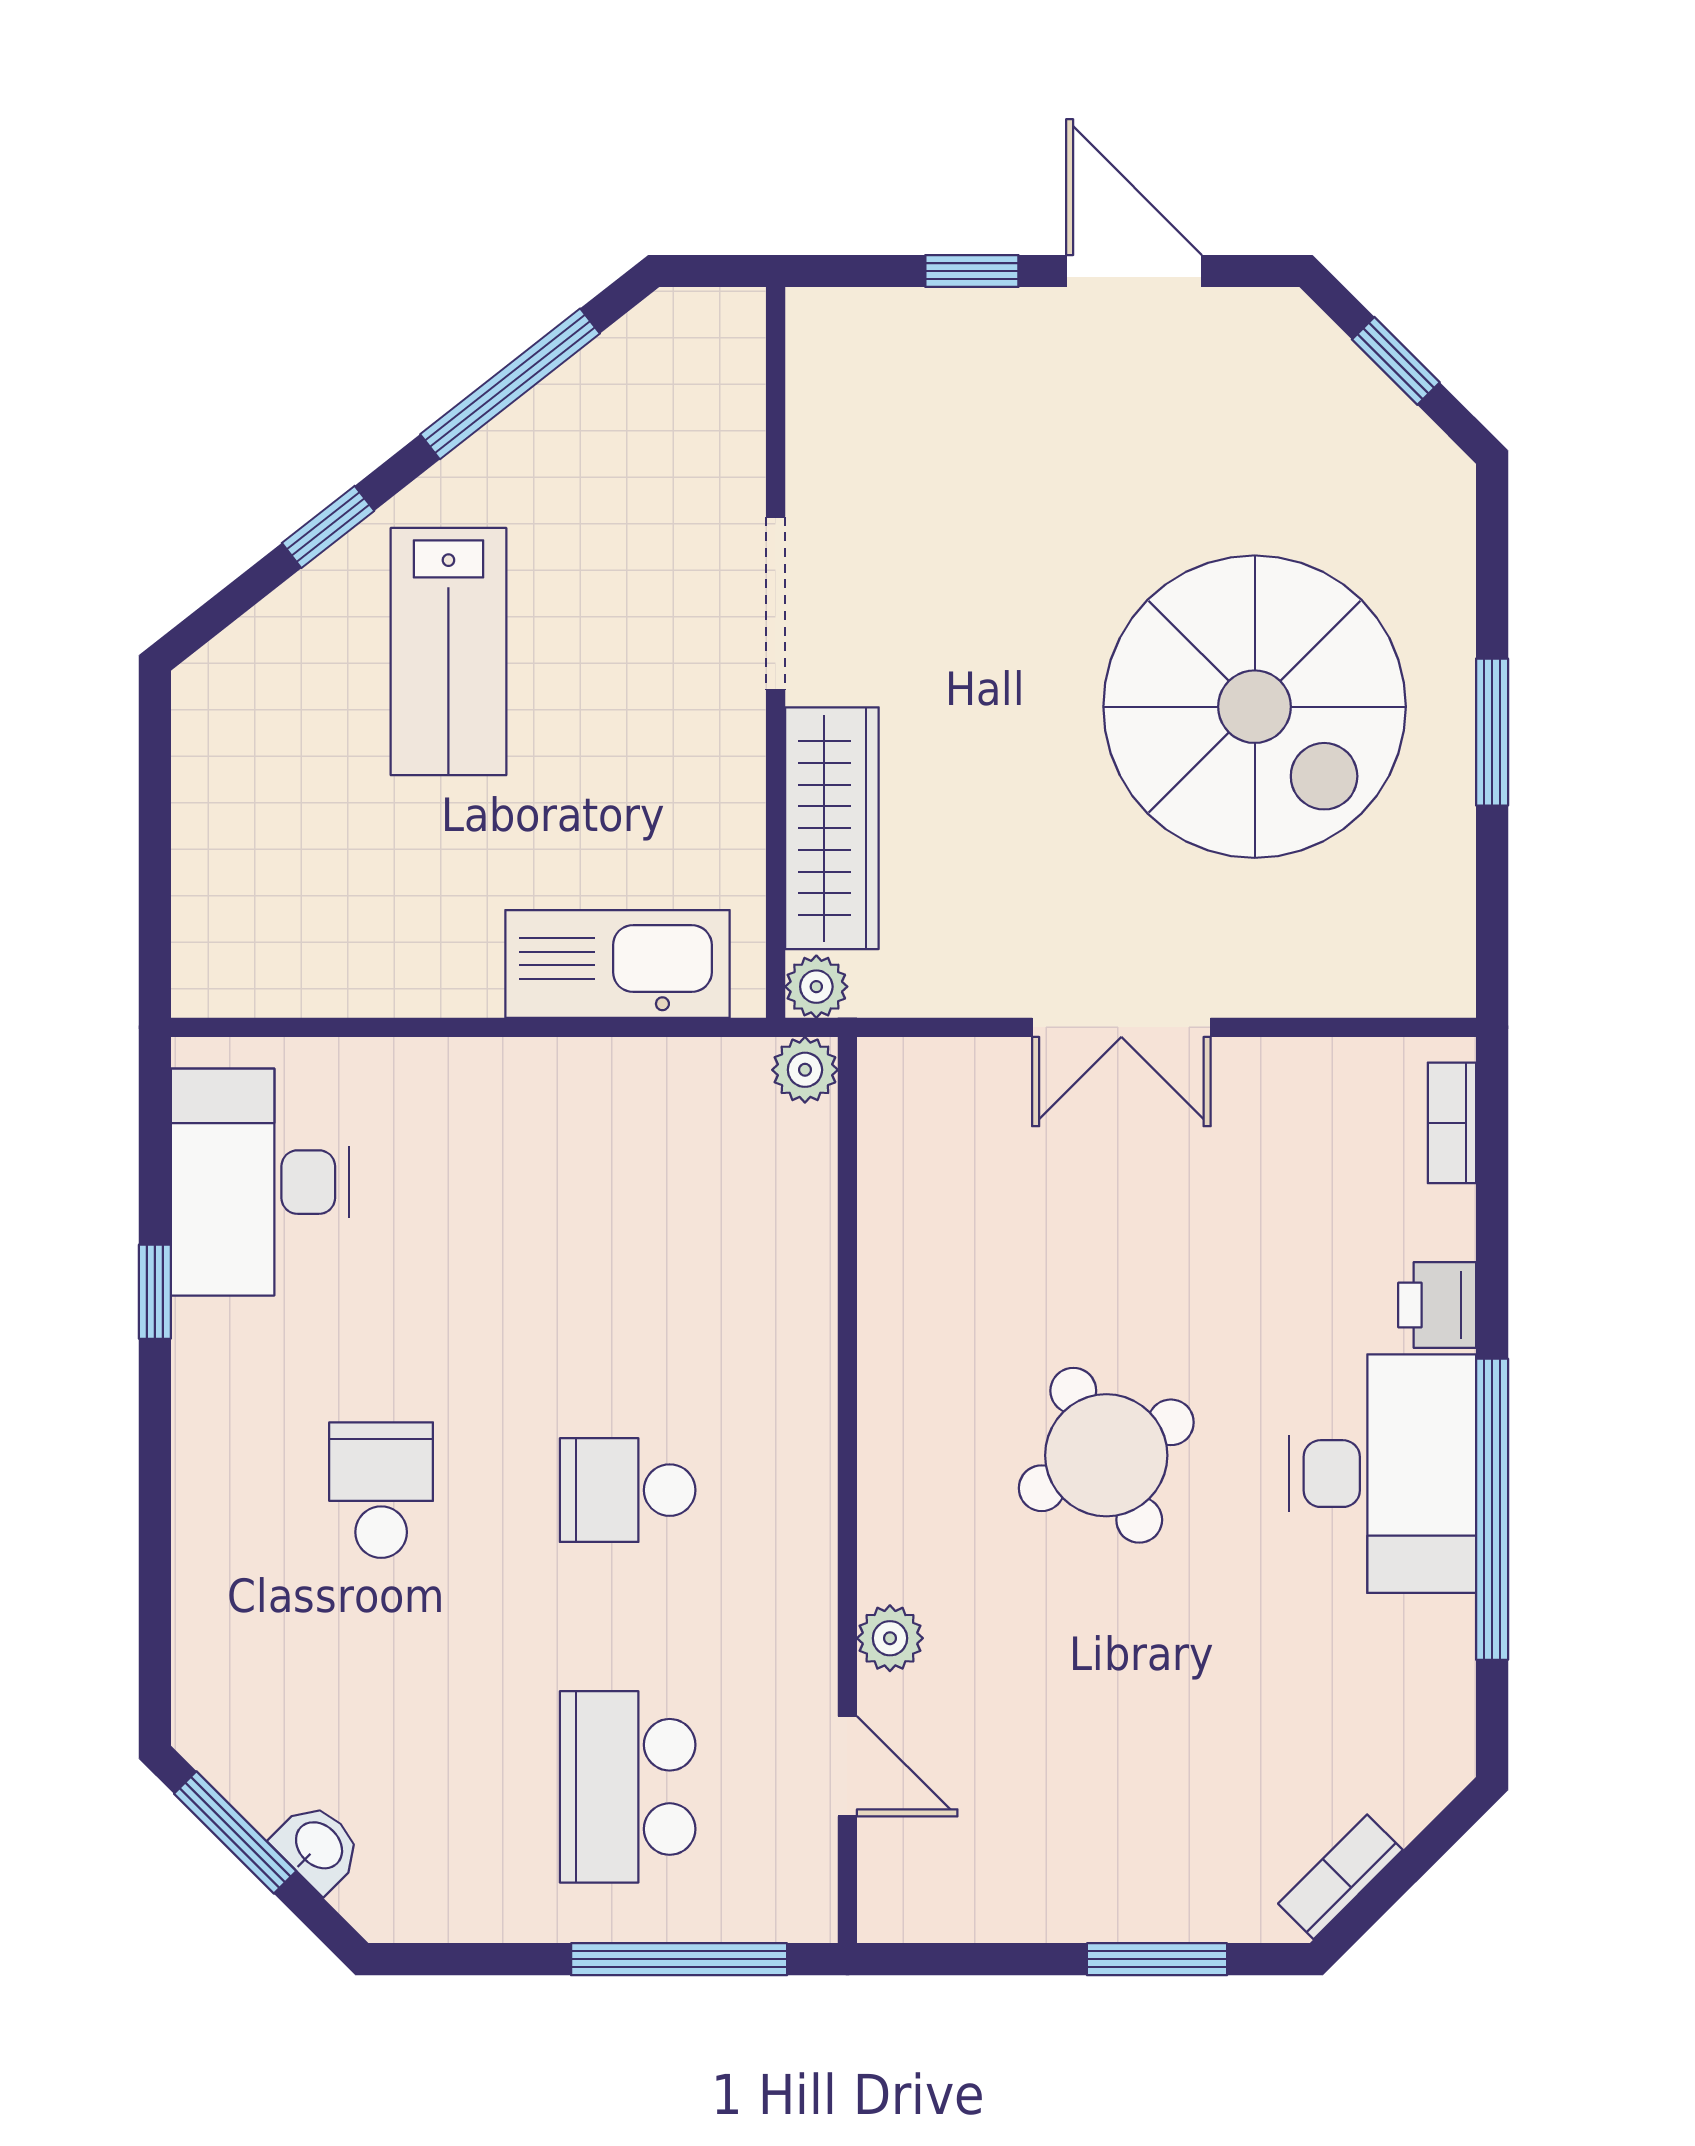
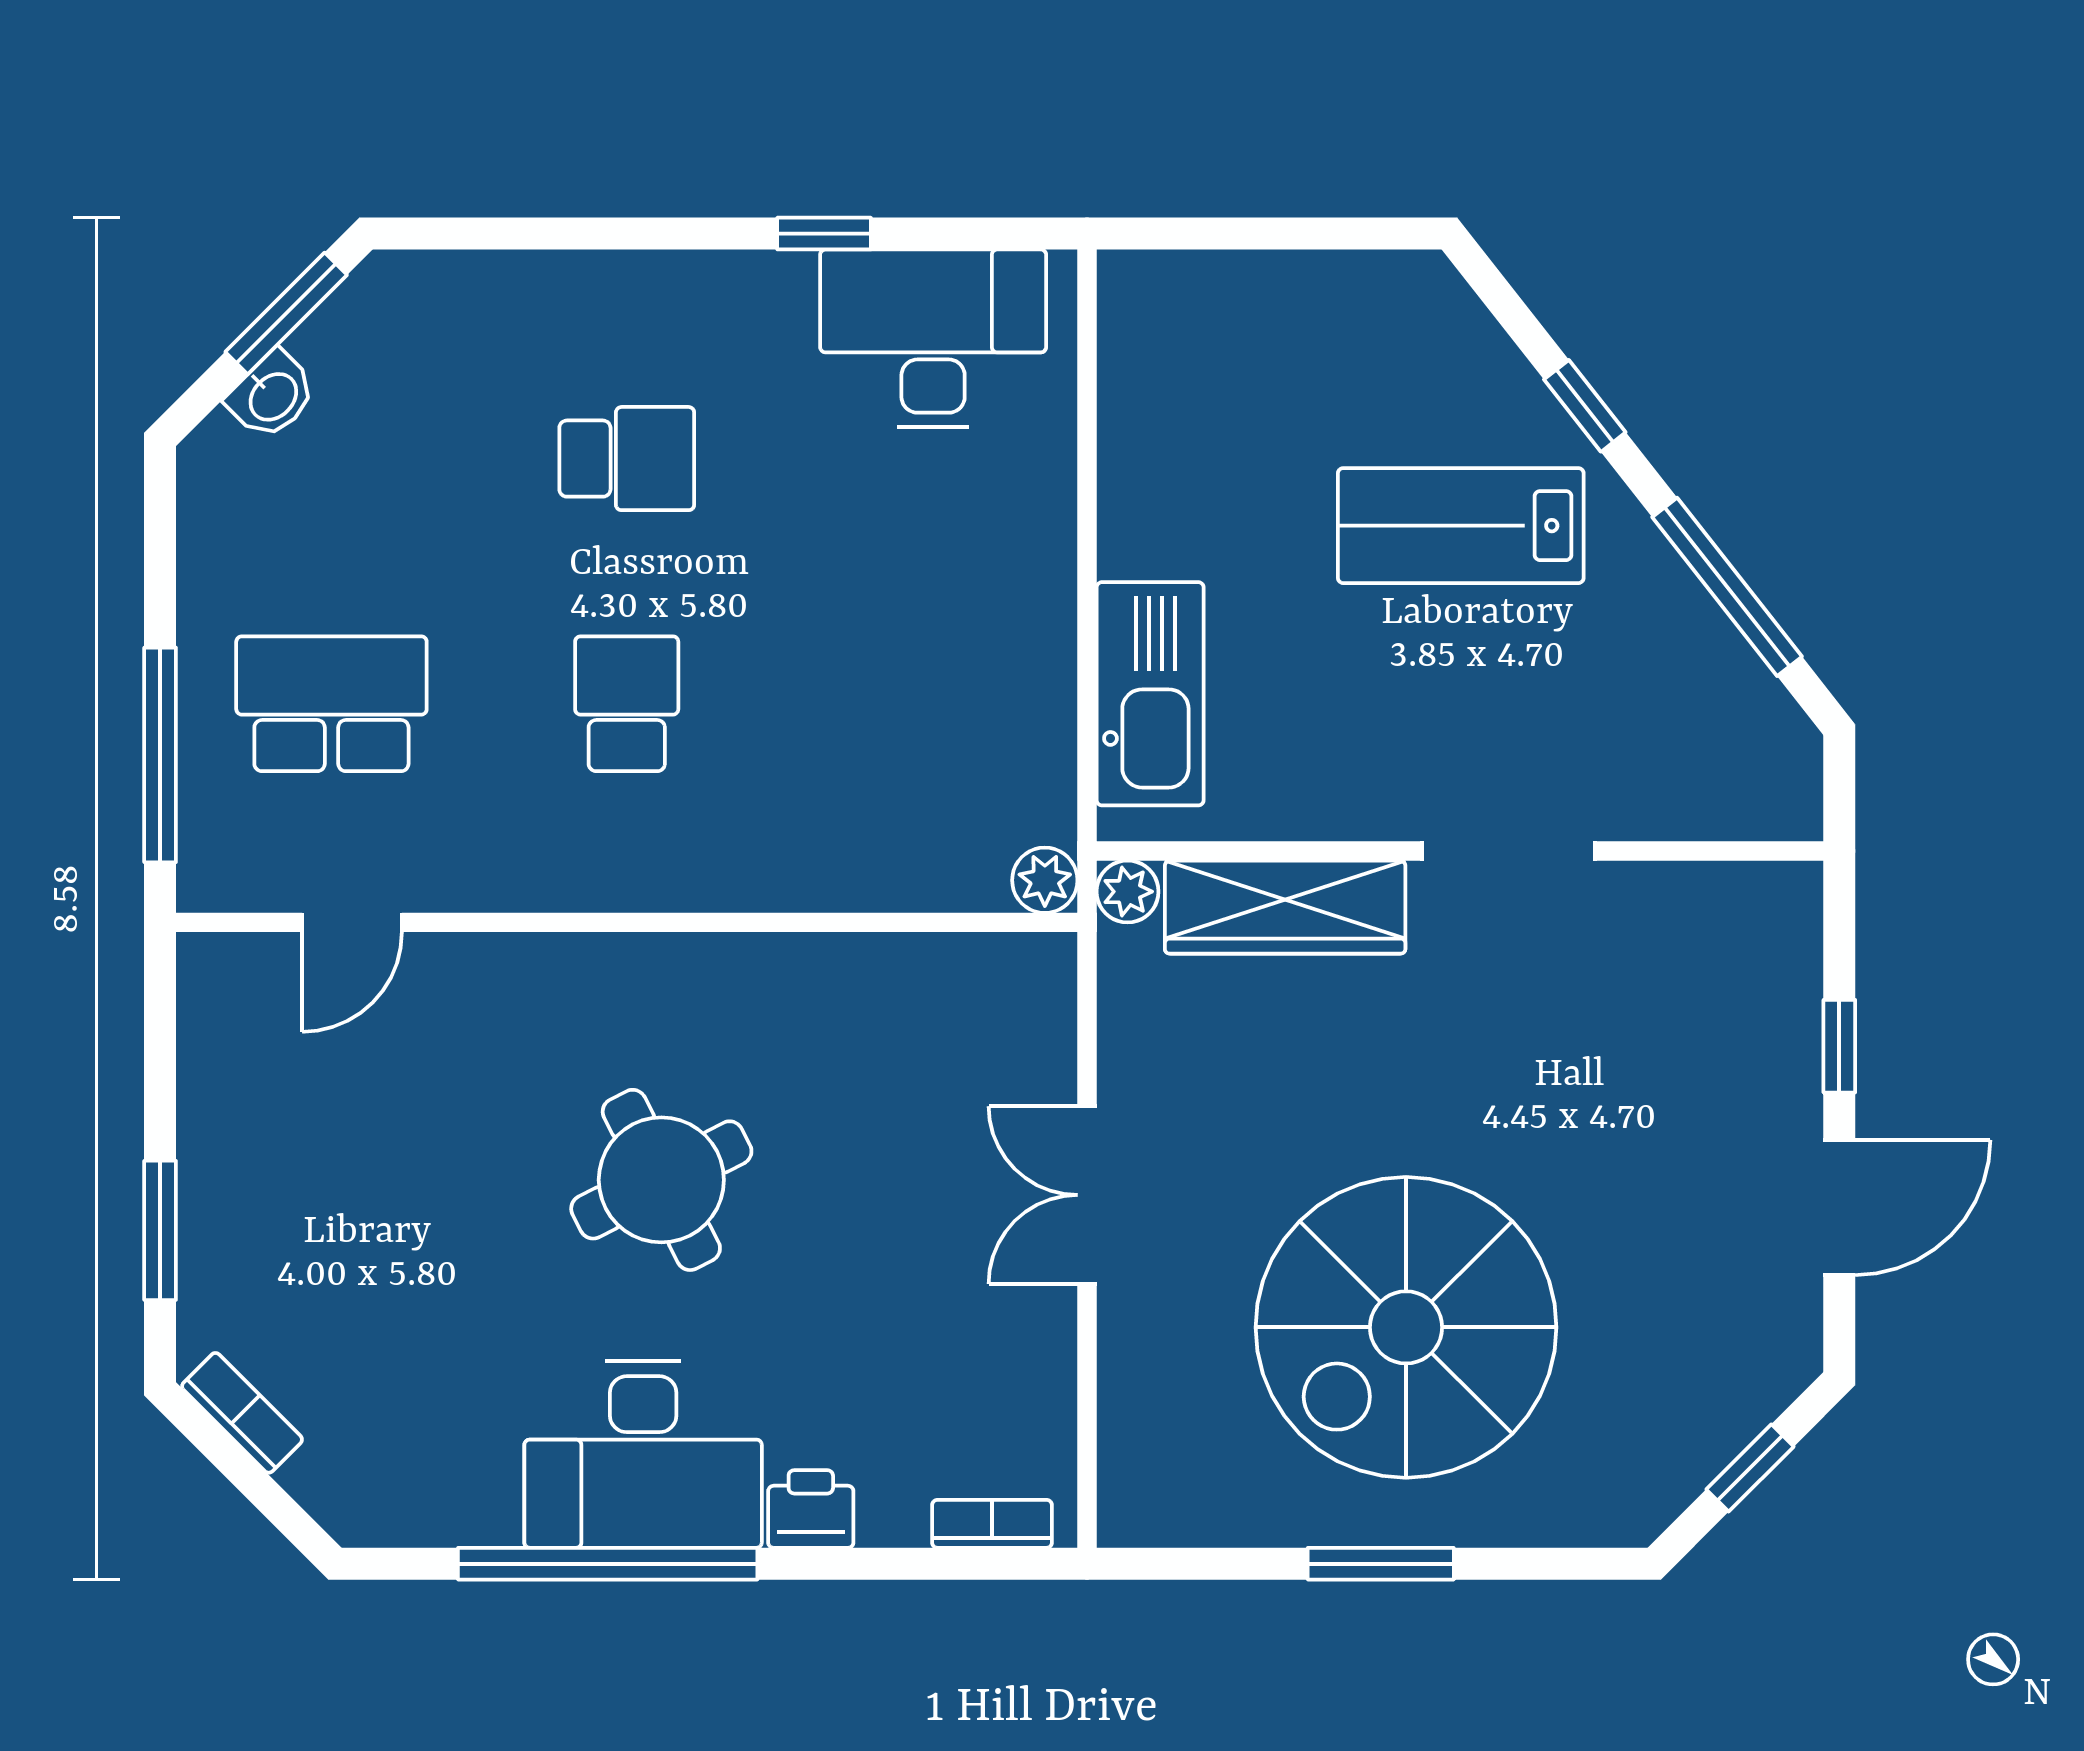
plant: (890, 1638) -> (479, 965), removed

